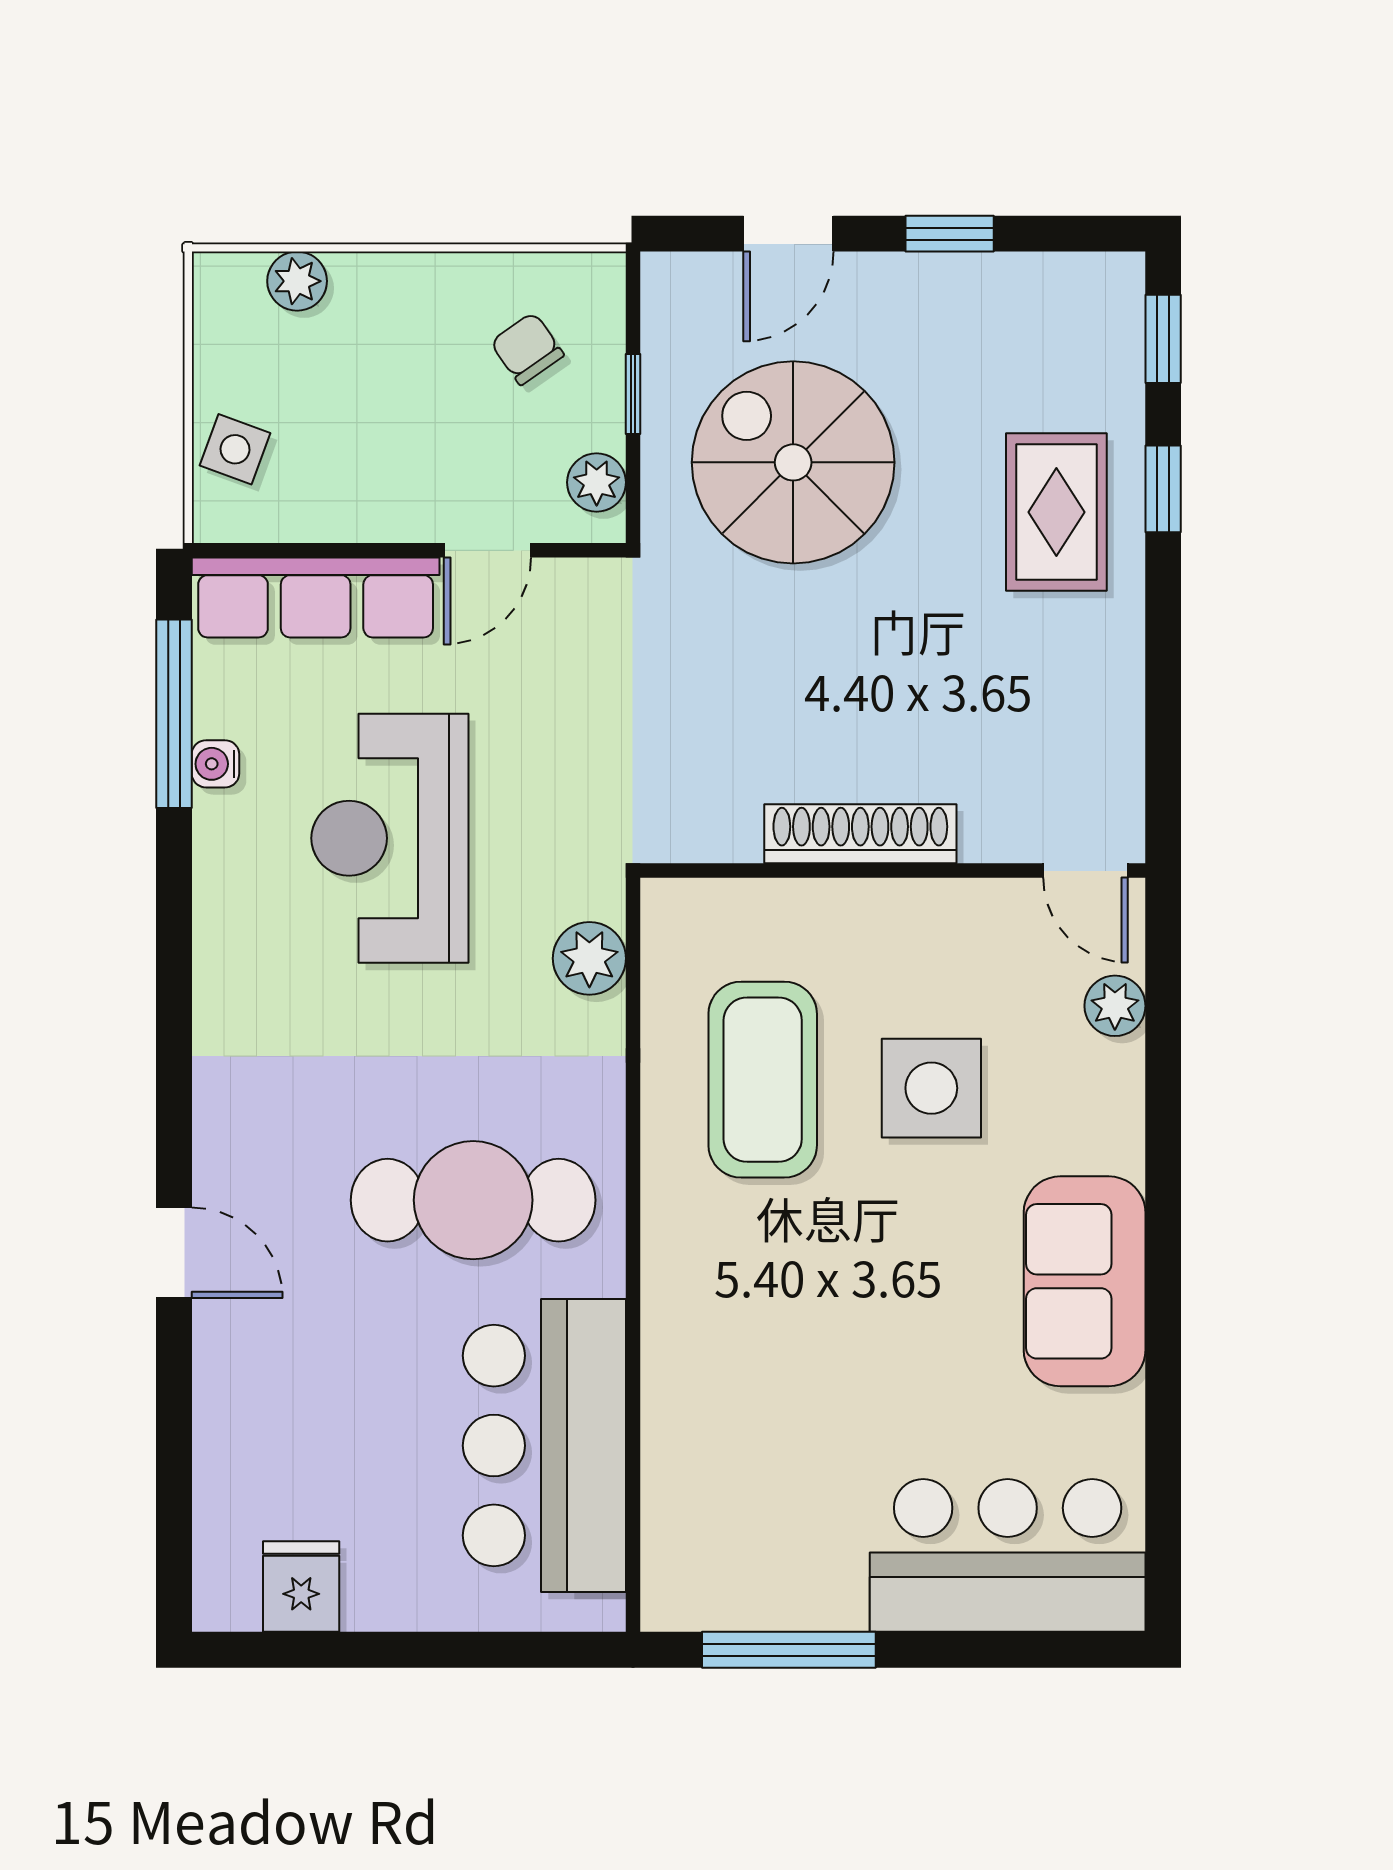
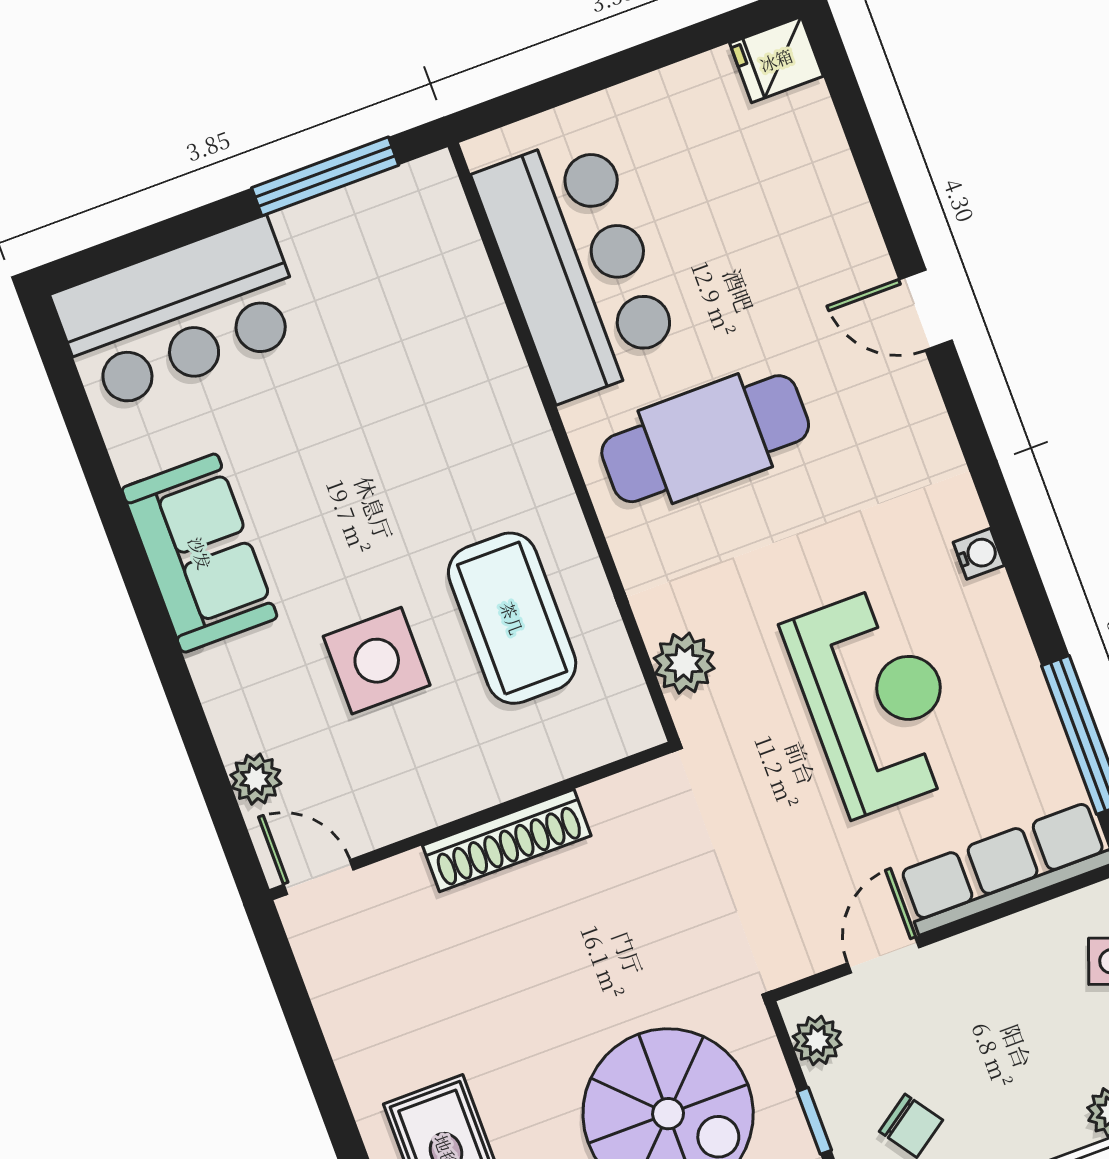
water cooler: (215, 764) -> (979, 554), moved
fridge: (301, 1587) -> (776, 60), moved, turned 90

